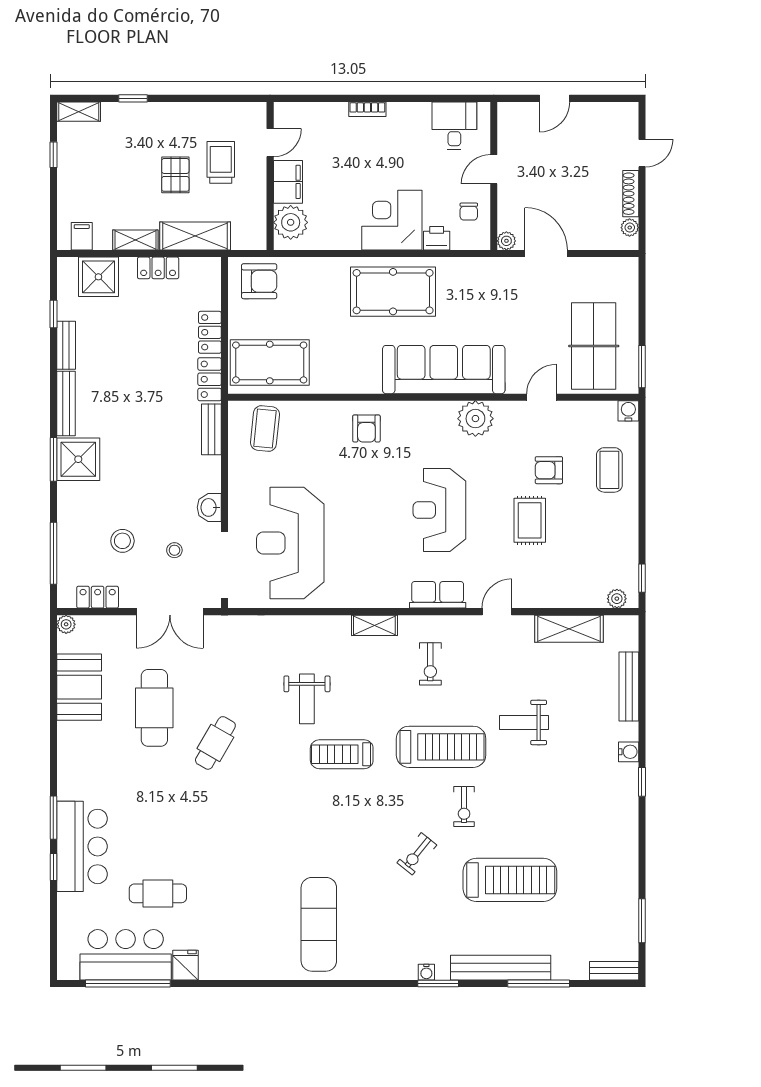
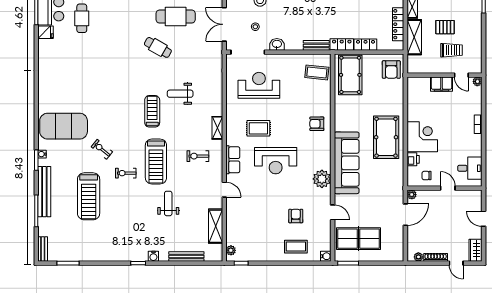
wardrobe: (617, 115) -> (476, 250), added
plant: (291, 222) -> (477, 81), moved, width x0.53, depth x0.53
locker: (158, 268) -> (398, 24), width x1.53
reception desk: (439, 510) -> (276, 161), turned 180
rug: (530, 520) -> (258, 128), moved
reception desk: (290, 543) -> (259, 85), width x0.74, depth x0.77
exercise mat: (319, 924) -> (64, 126), moved, width x1.47

